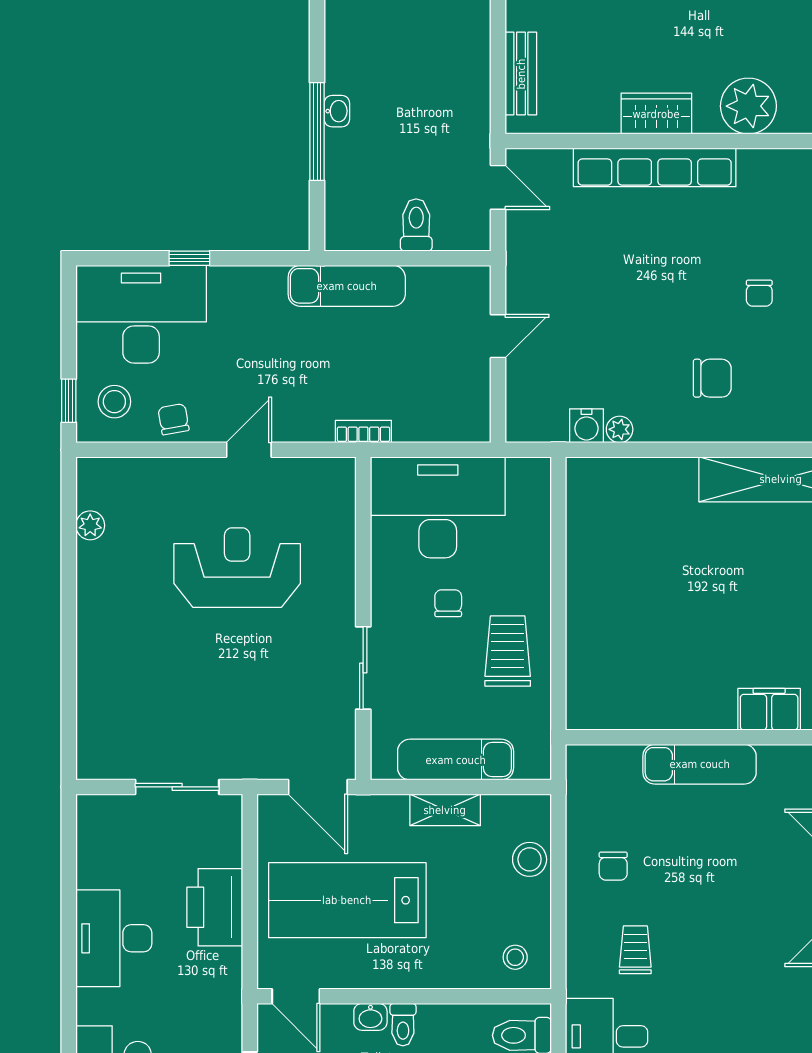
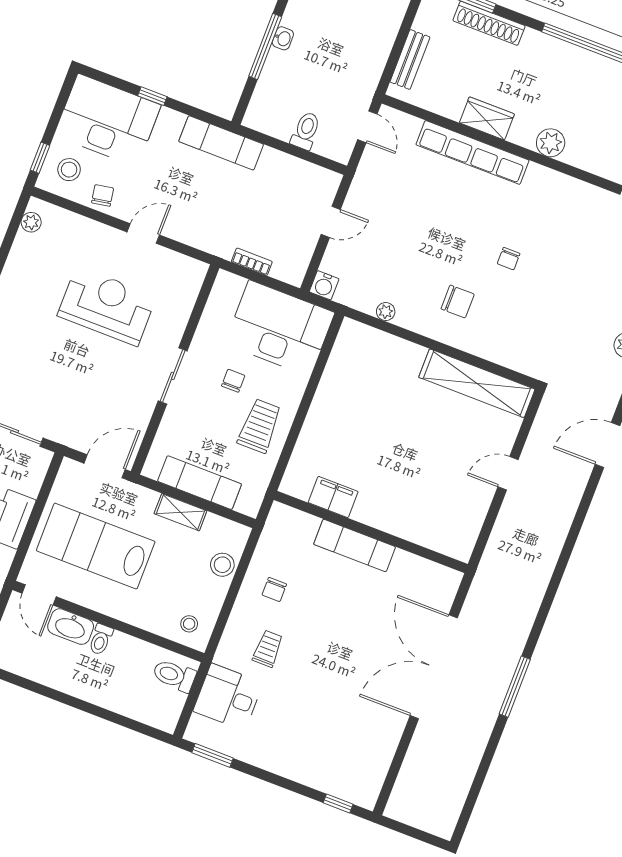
plant: (748, 106) -> (551, 143), width x0.73, depth x0.73
exam couch: (347, 286) -> (221, 143), moved
water cooler: (587, 426) -> (324, 285), moved
bookcase: (363, 432) -> (252, 262), moved
desk: (438, 507) -> (280, 328), moved
plant: (90, 525) -> (31, 222), moved
sliding door: (363, 668) -> (173, 376), moved
filing cabinet: (769, 709) -> (333, 497), moved
door: (318, 787) -> (105, 466), swing flipped
washbasin: (370, 1017) -> (71, 627), width x1.91, depth x1.45

